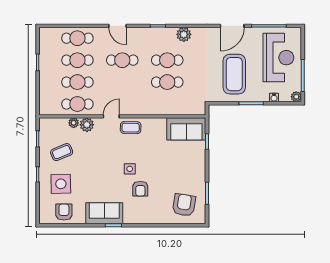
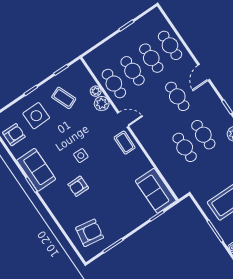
side table: (130, 169) -> (81, 156), moved

